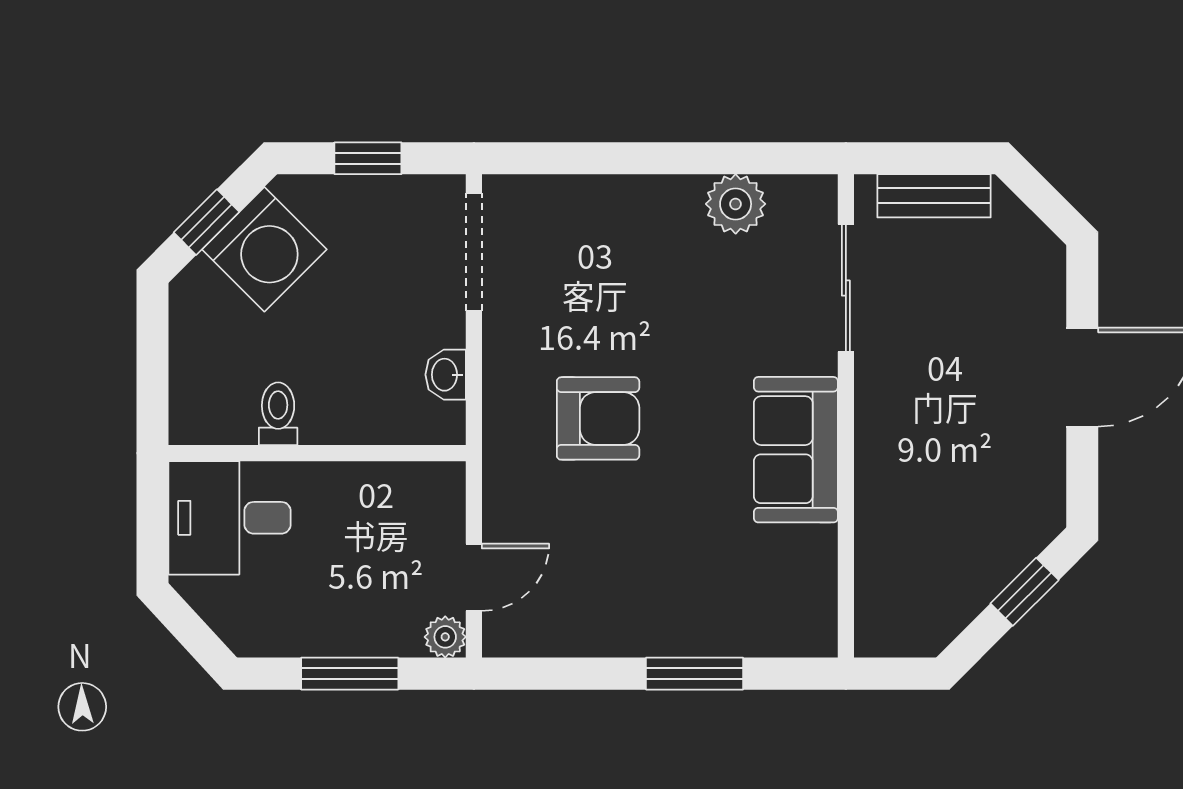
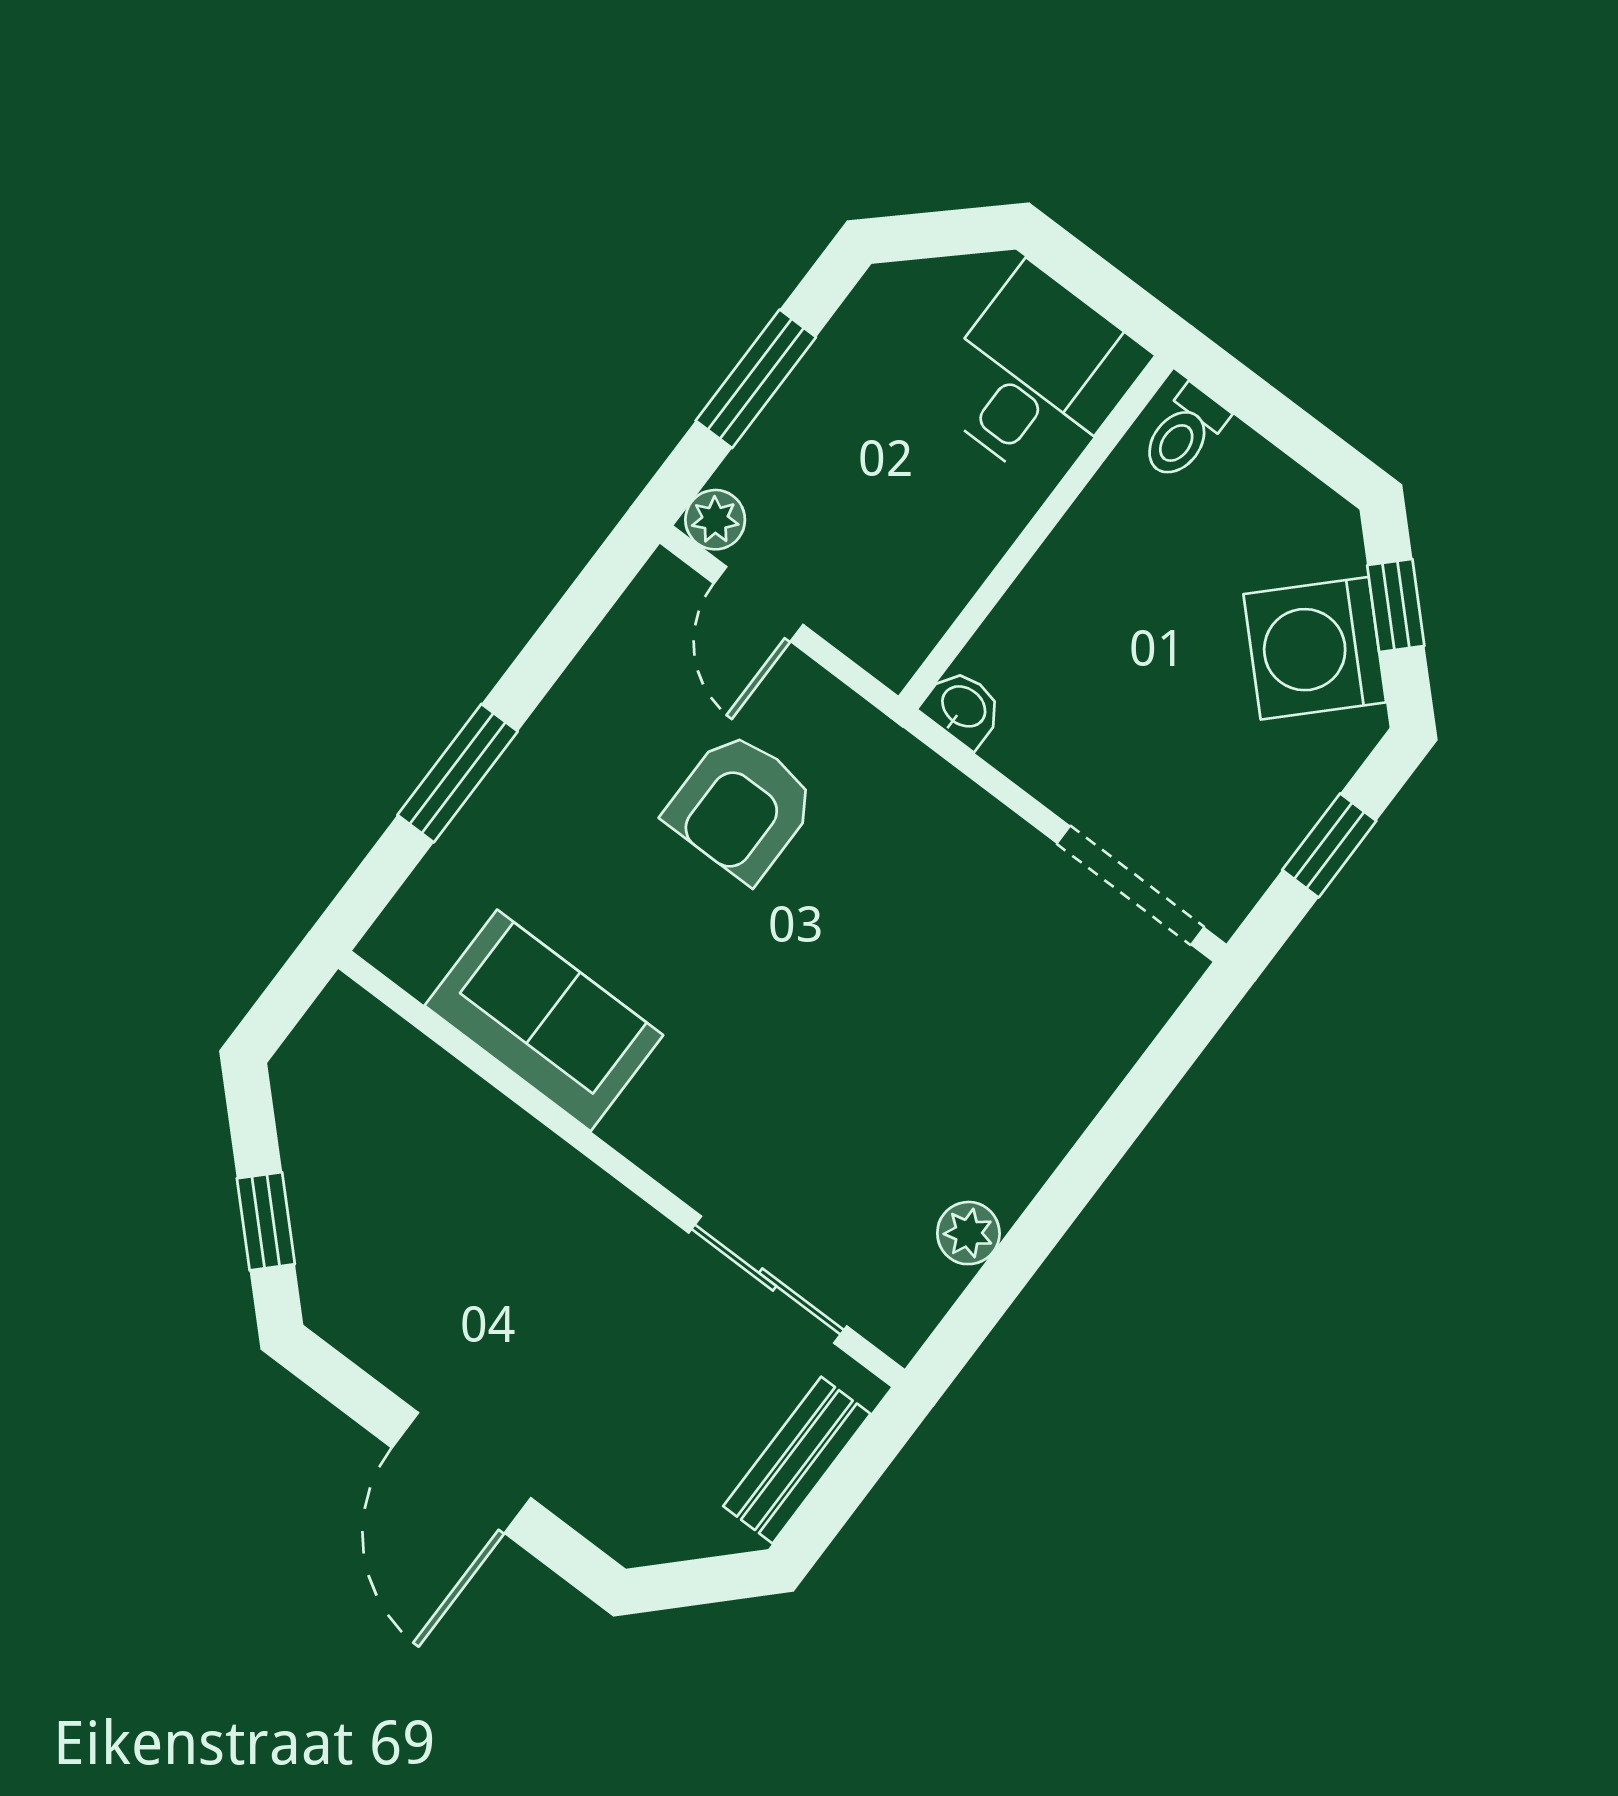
plant: (736, 204) -> (968, 1233), width x0.73, depth x0.73
washbasin: (446, 375) -> (963, 708), moved
toilet: (278, 414) -> (1184, 433), moved, turned 90
armchair: (598, 418) -> (741, 806), moved
sofa: (796, 450) -> (544, 1020), moved

